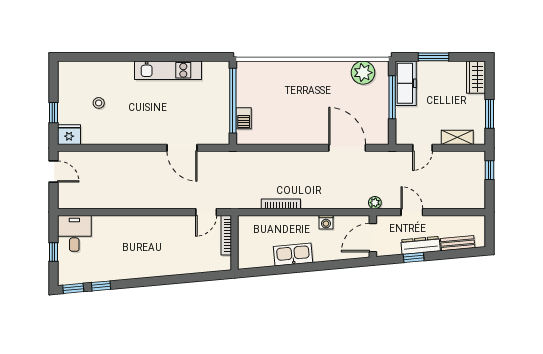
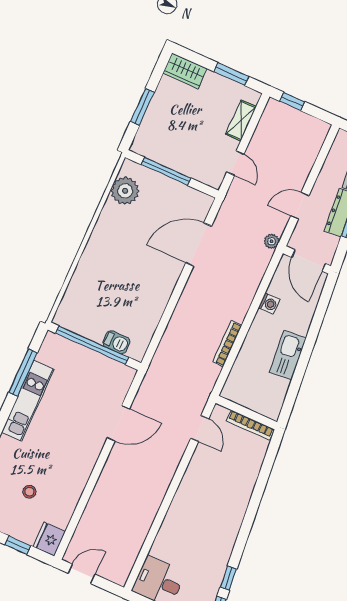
window: (188, 57) -> (23, 373), added
freezer: (406, 83) -> (157, 150), removed
bookcase: (226, 235) -> (250, 425), moved

